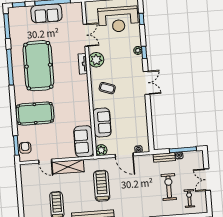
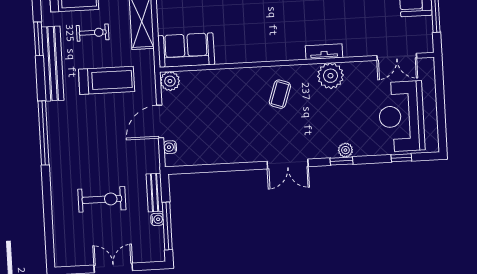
double door: (86, 35) -> (397, 57), moved
sofa: (102, 122) -> (219, 83), removed
exercise bike: (189, 198) -> (93, 33), moved

